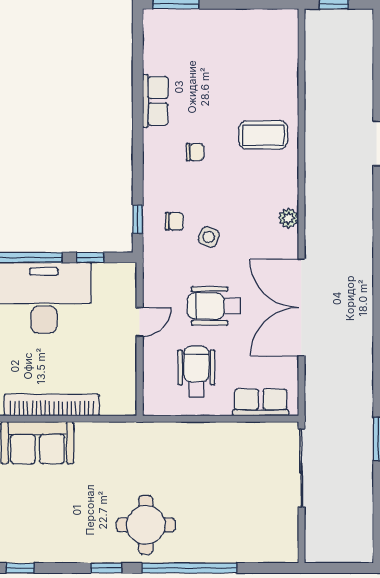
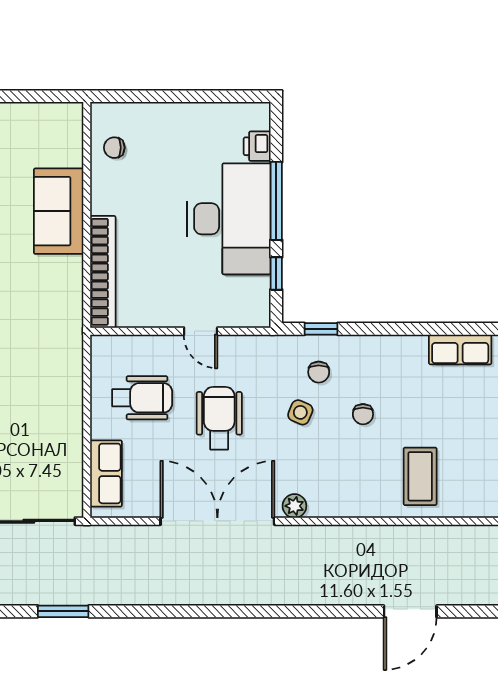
chair: (195, 152) -> (363, 414), moved
plant: (288, 218) -> (294, 506), moved
bookcase: (52, 405) -> (103, 272), moved

